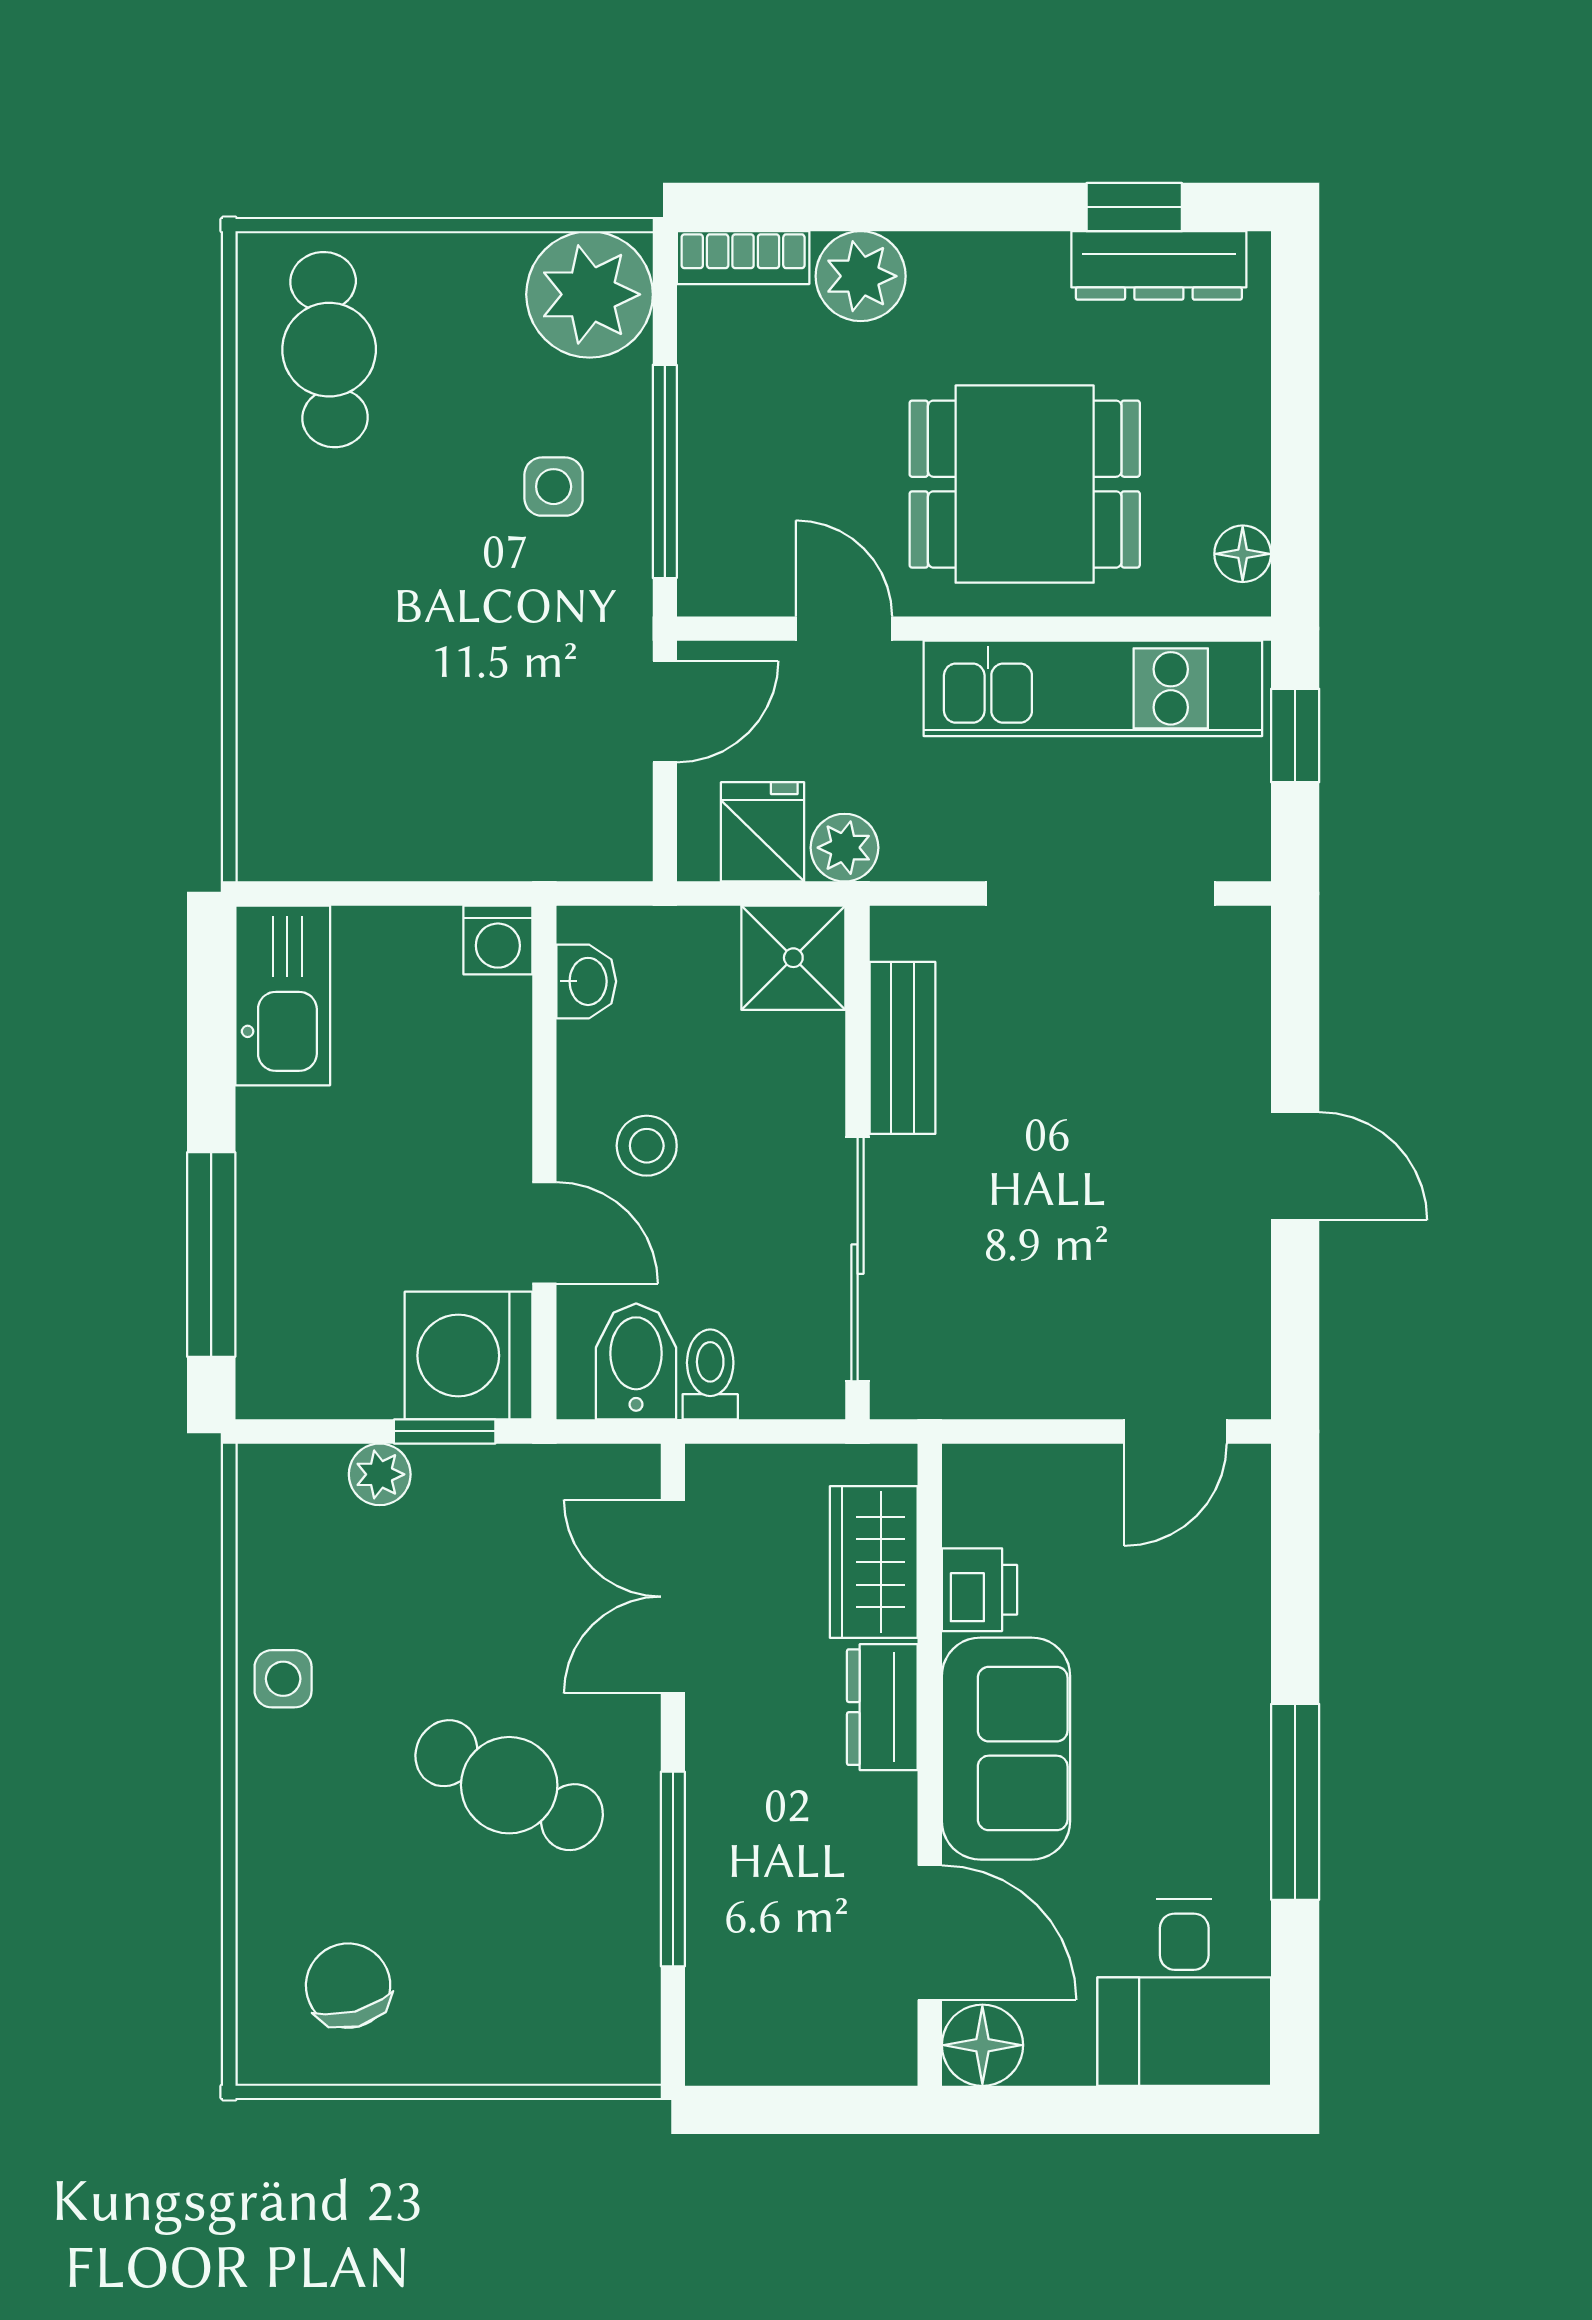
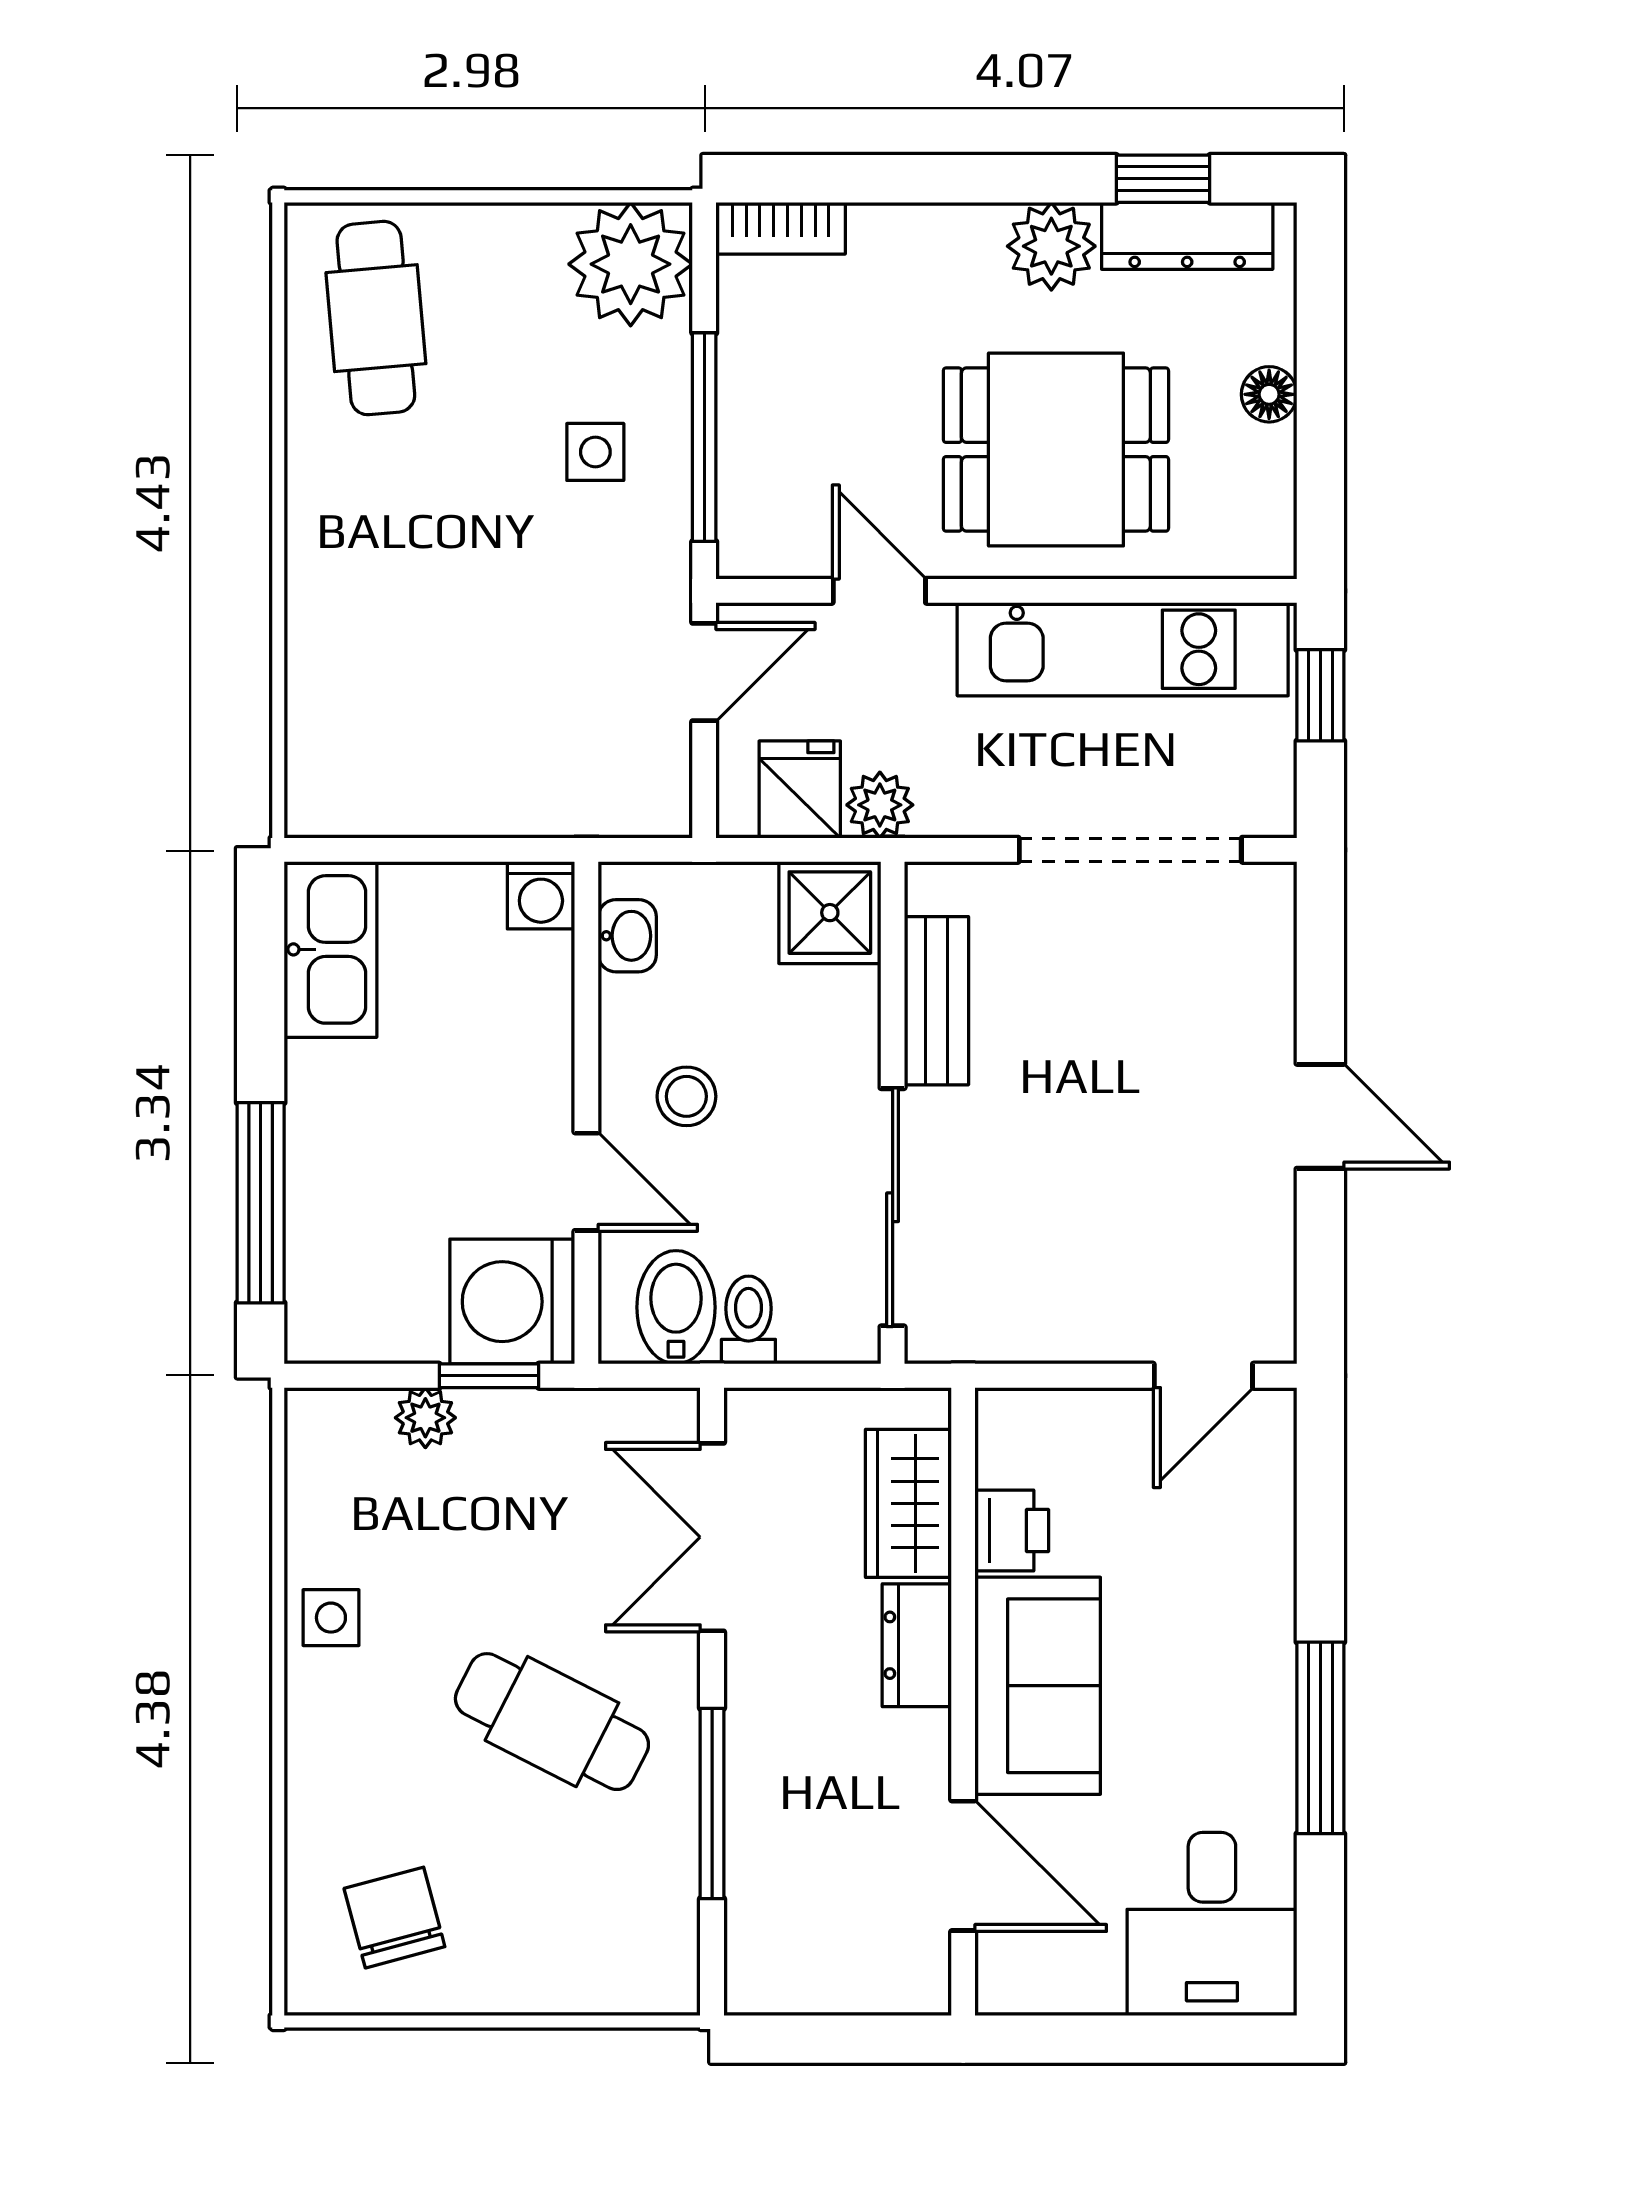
plant: (861, 276) -> (1051, 246), moved
floor lamp: (1243, 554) -> (1269, 394), moved
floor lamp: (982, 2045) -> (1015, 1976), removed

